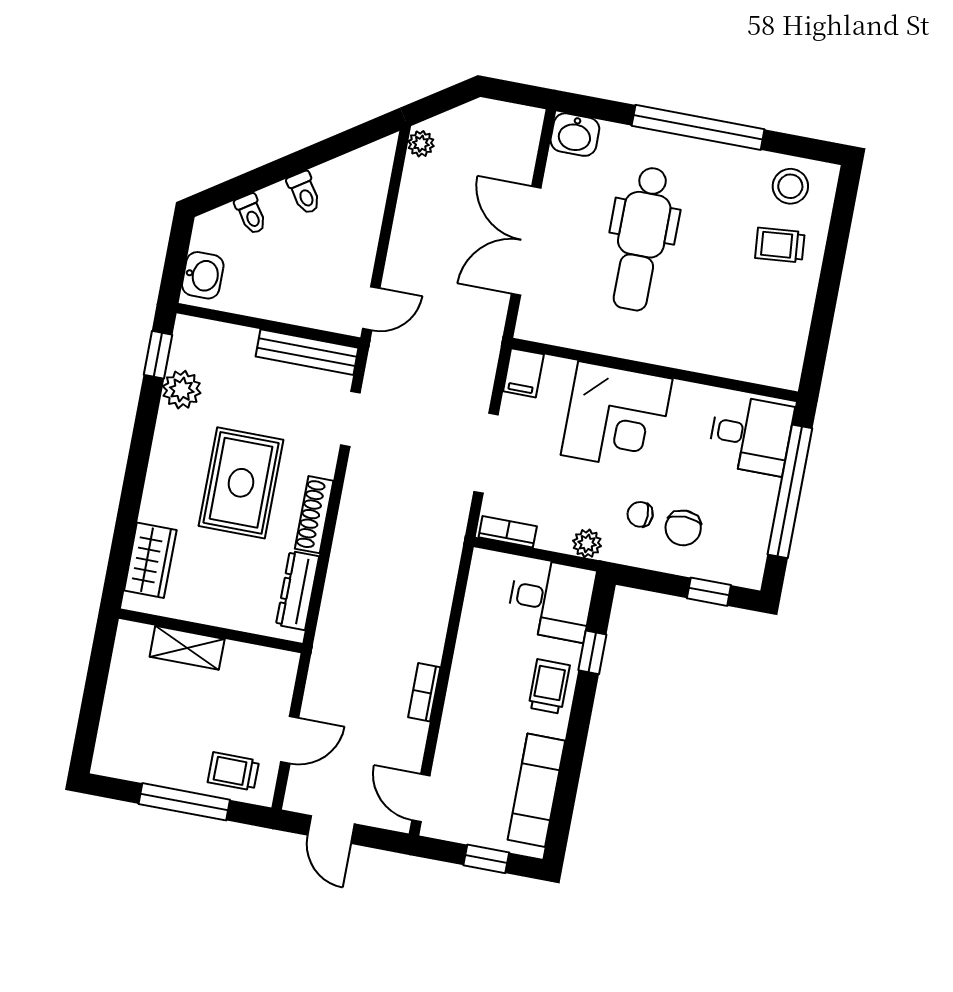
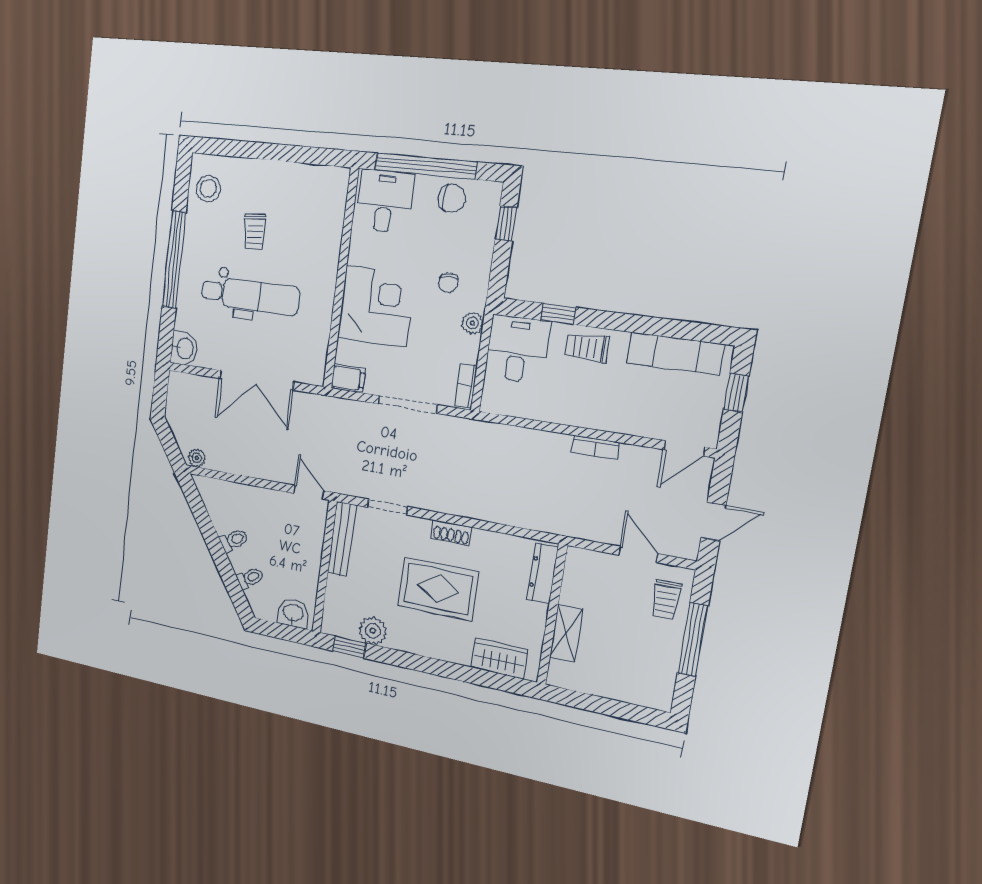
trolley: (780, 245) -> (255, 232), moved
shoe rack: (314, 515) -> (451, 533), width x0.70
chair: (683, 528) -> (452, 198), moved
dresser: (297, 591) -> (542, 573), moved, turned 90

